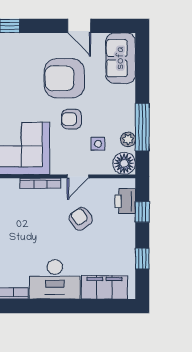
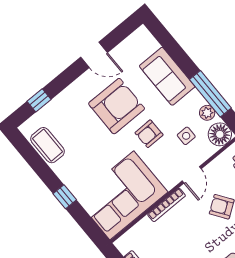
sofa: (121, 58) -> (167, 76), moved
armchair: (64, 78) -> (117, 106), turned 180

